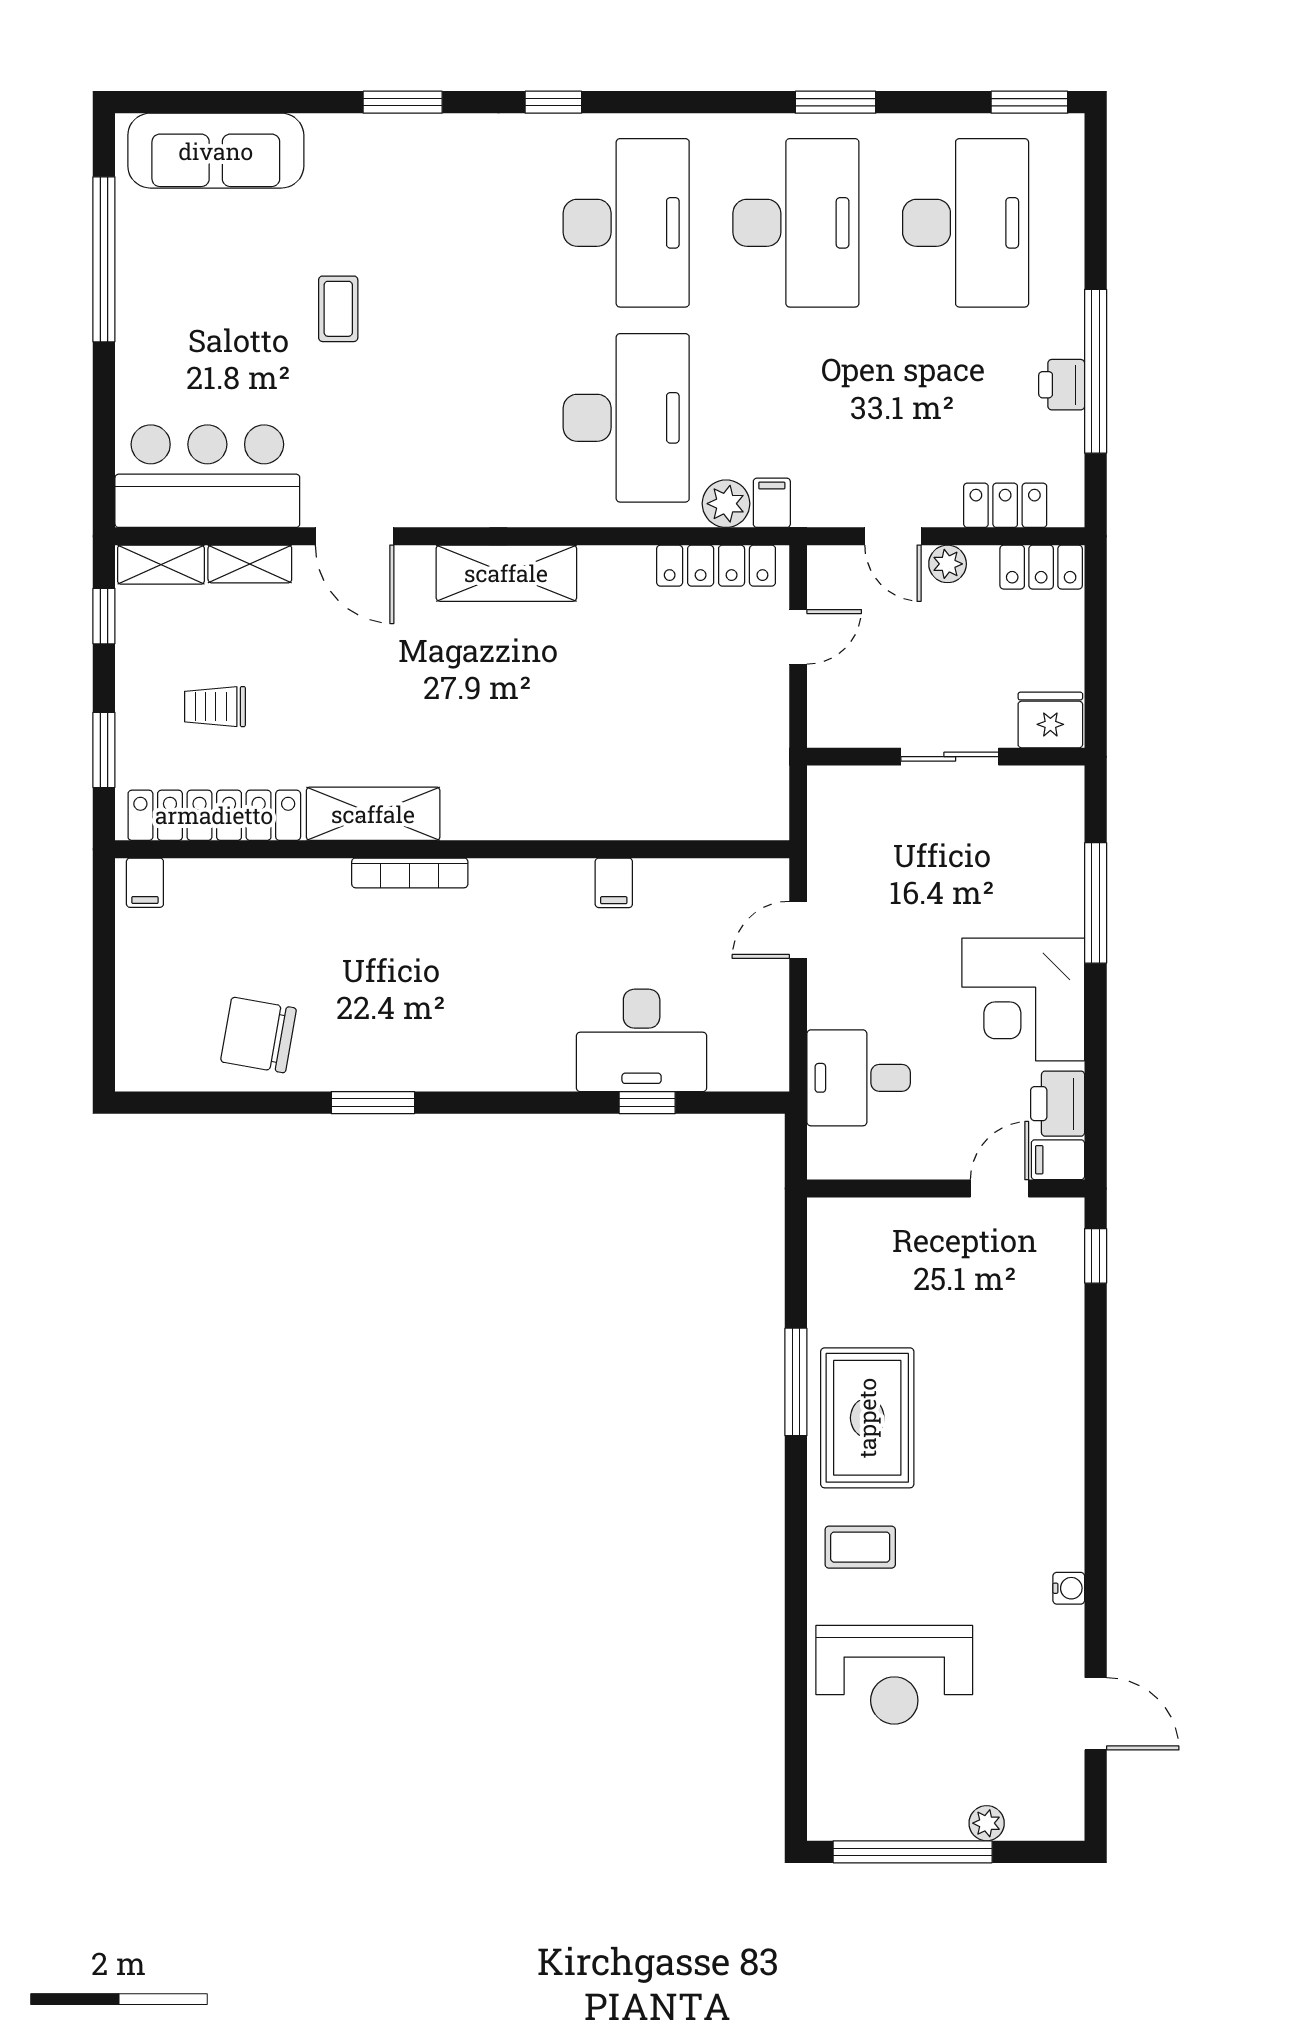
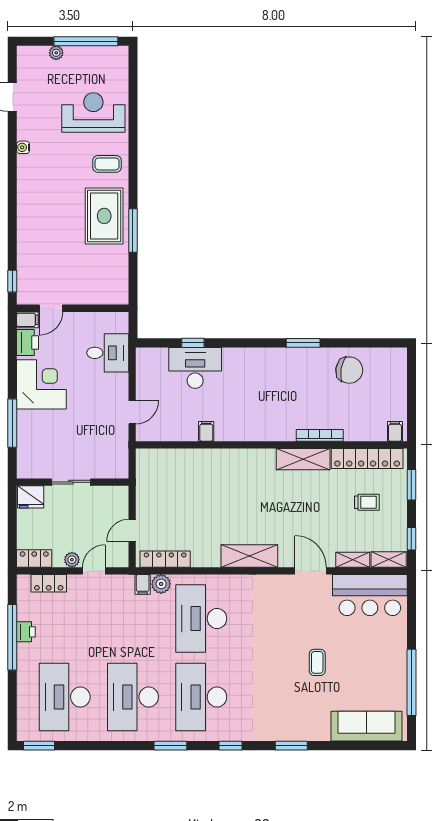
window: (835, 102) -> (170, 746), moved
door: (893, 536) -> (94, 571), hinge flipped
bookcase: (410, 873) -> (320, 435), moved

